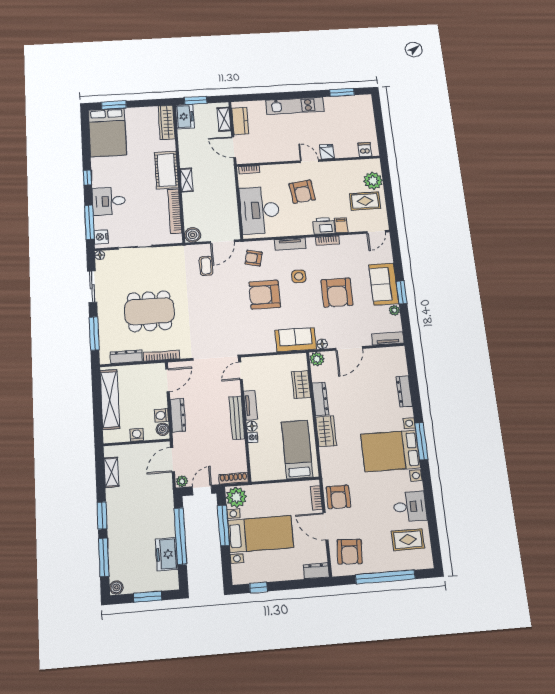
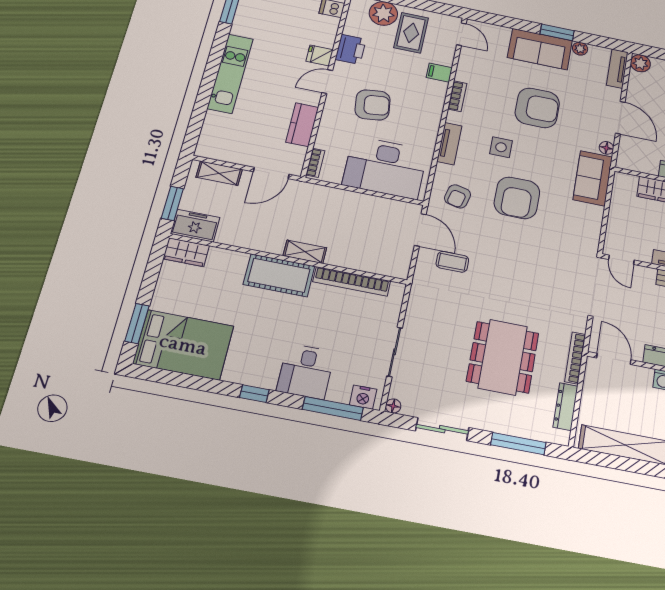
kitchen counter: (240, 121) -> (302, 125), moved, turned -90
wardrobe: (167, 122) -> (186, 252), width x0.67
printer: (324, 226) -> (351, 49), moved, turned 180
boiler: (193, 235) -> (398, 267), removed
plant: (317, 359) -> (640, 63), moved

